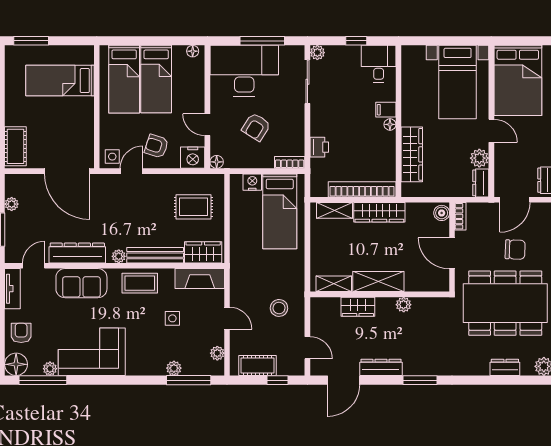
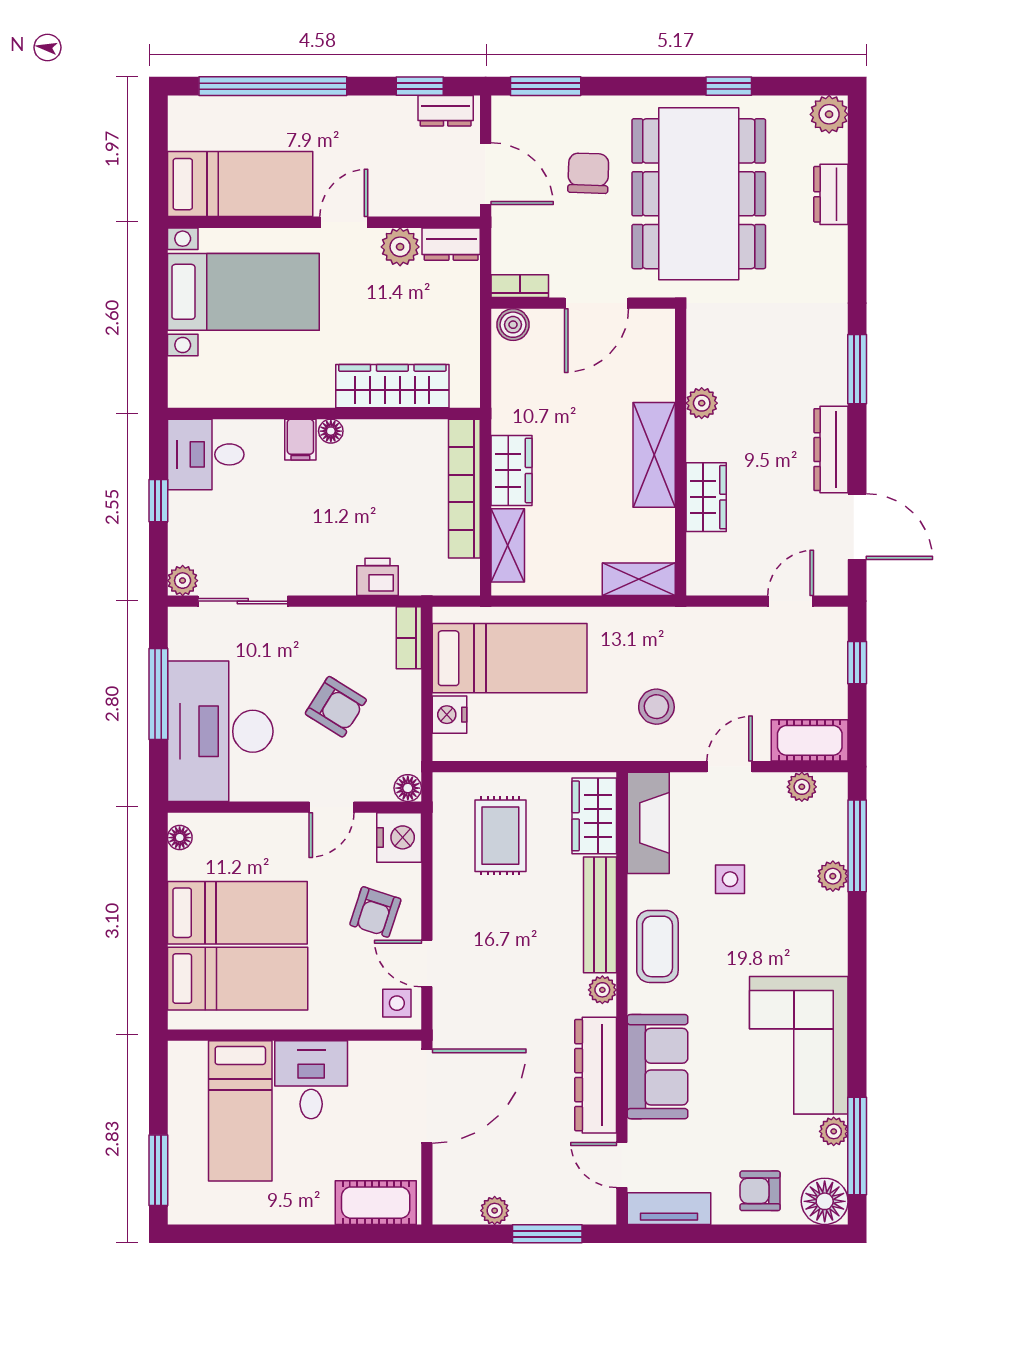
bed: (518, 80) -> (240, 184), width x0.67
desk: (75, 115) -> (311, 1080), added
wardrobe: (379, 212) -> (512, 470), width x0.67
shelving: (334, 284) -> (639, 579), moved, turned 90
stool: (279, 308) -> (656, 707), moved
cot: (257, 365) -> (810, 740), moved, turned 90

